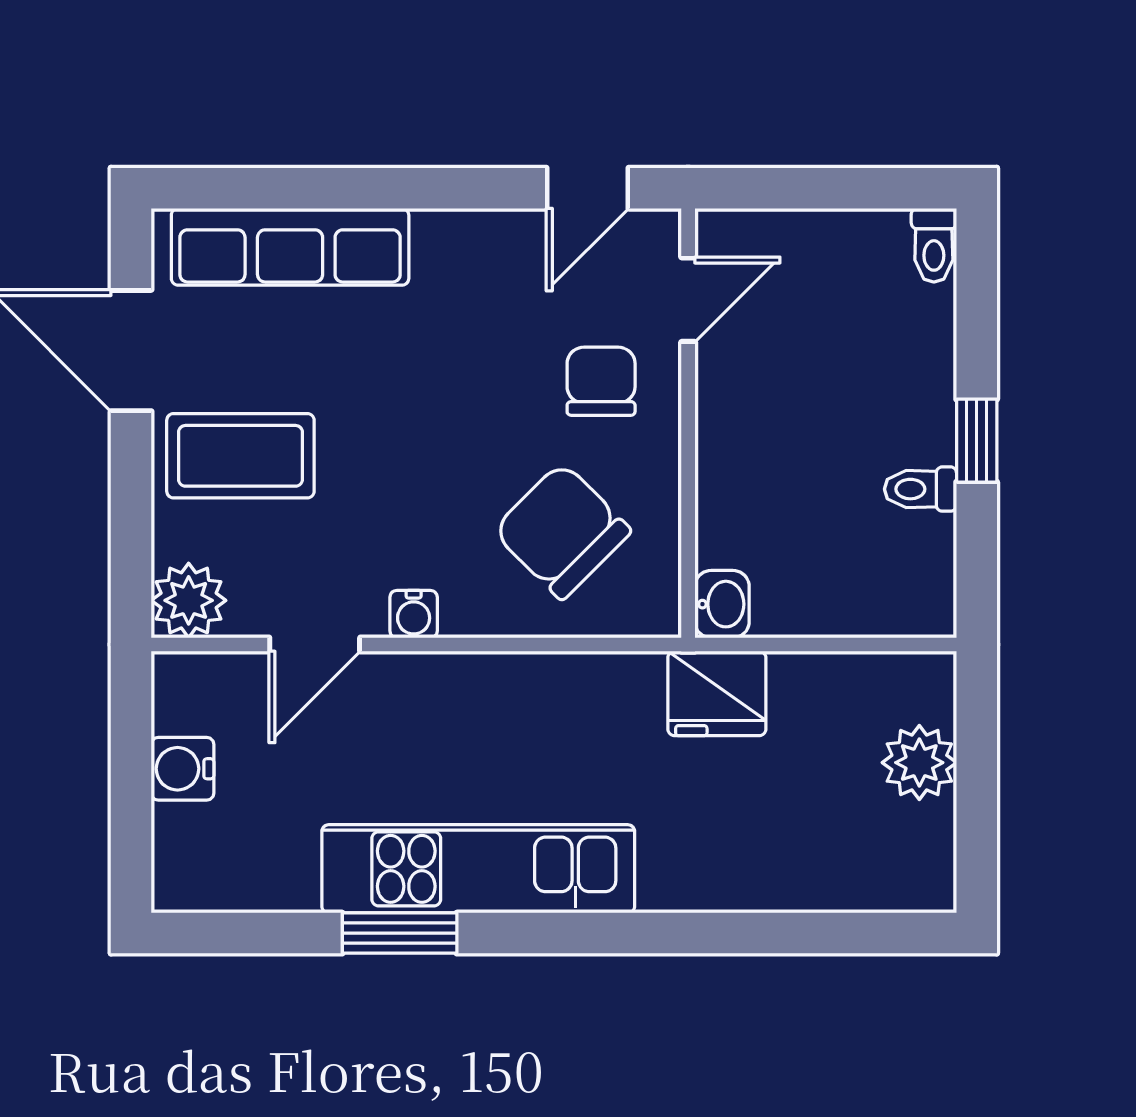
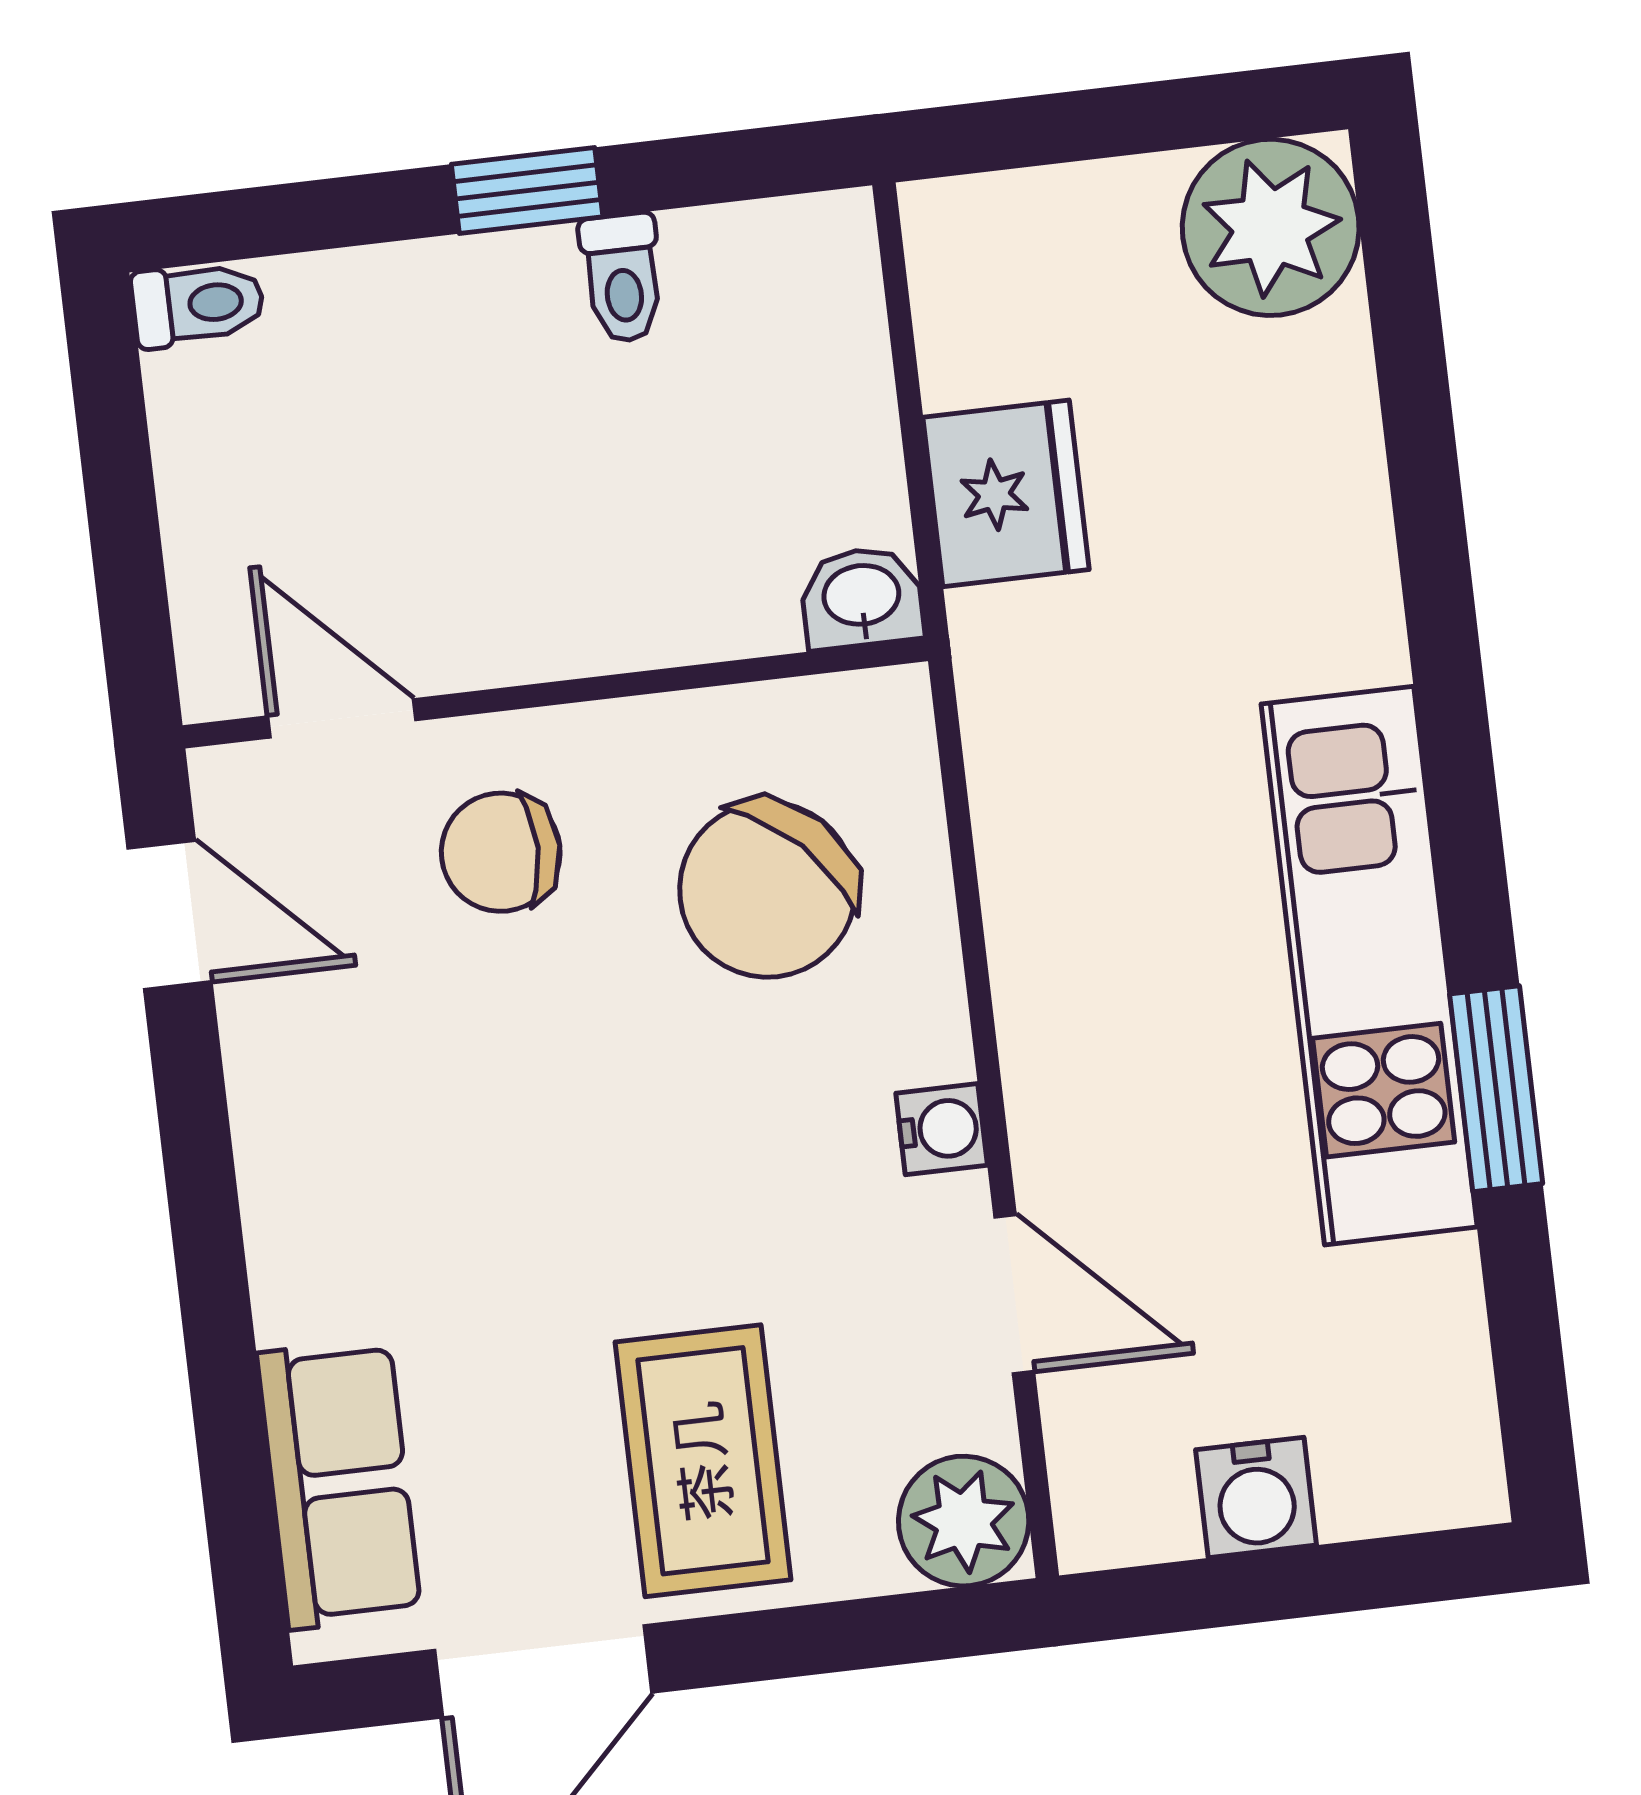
row of seats: (290, 247) -> (339, 1484), width x0.68
fridge: (717, 693) -> (1006, 493), moved
plant: (919, 763) -> (1271, 227), moved, width x1.36, depth x1.36

